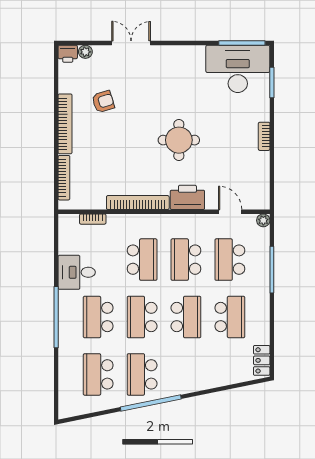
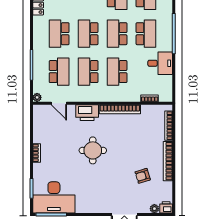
school desk: (186, 260) -> (88, 72), turned 180
school desk: (142, 317) -> (117, 34), turned 180

